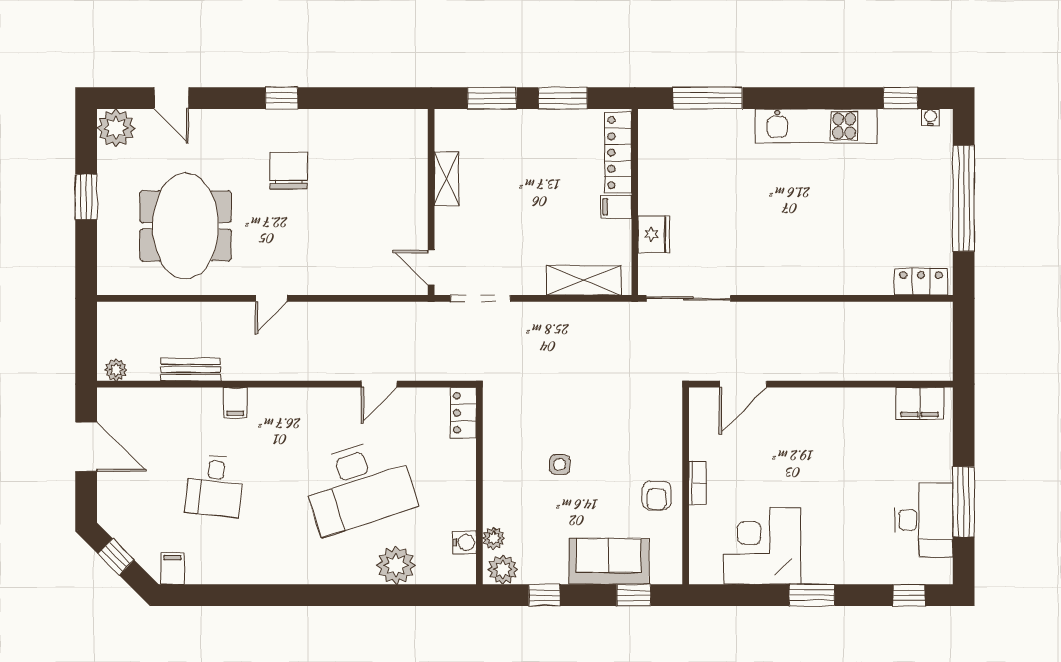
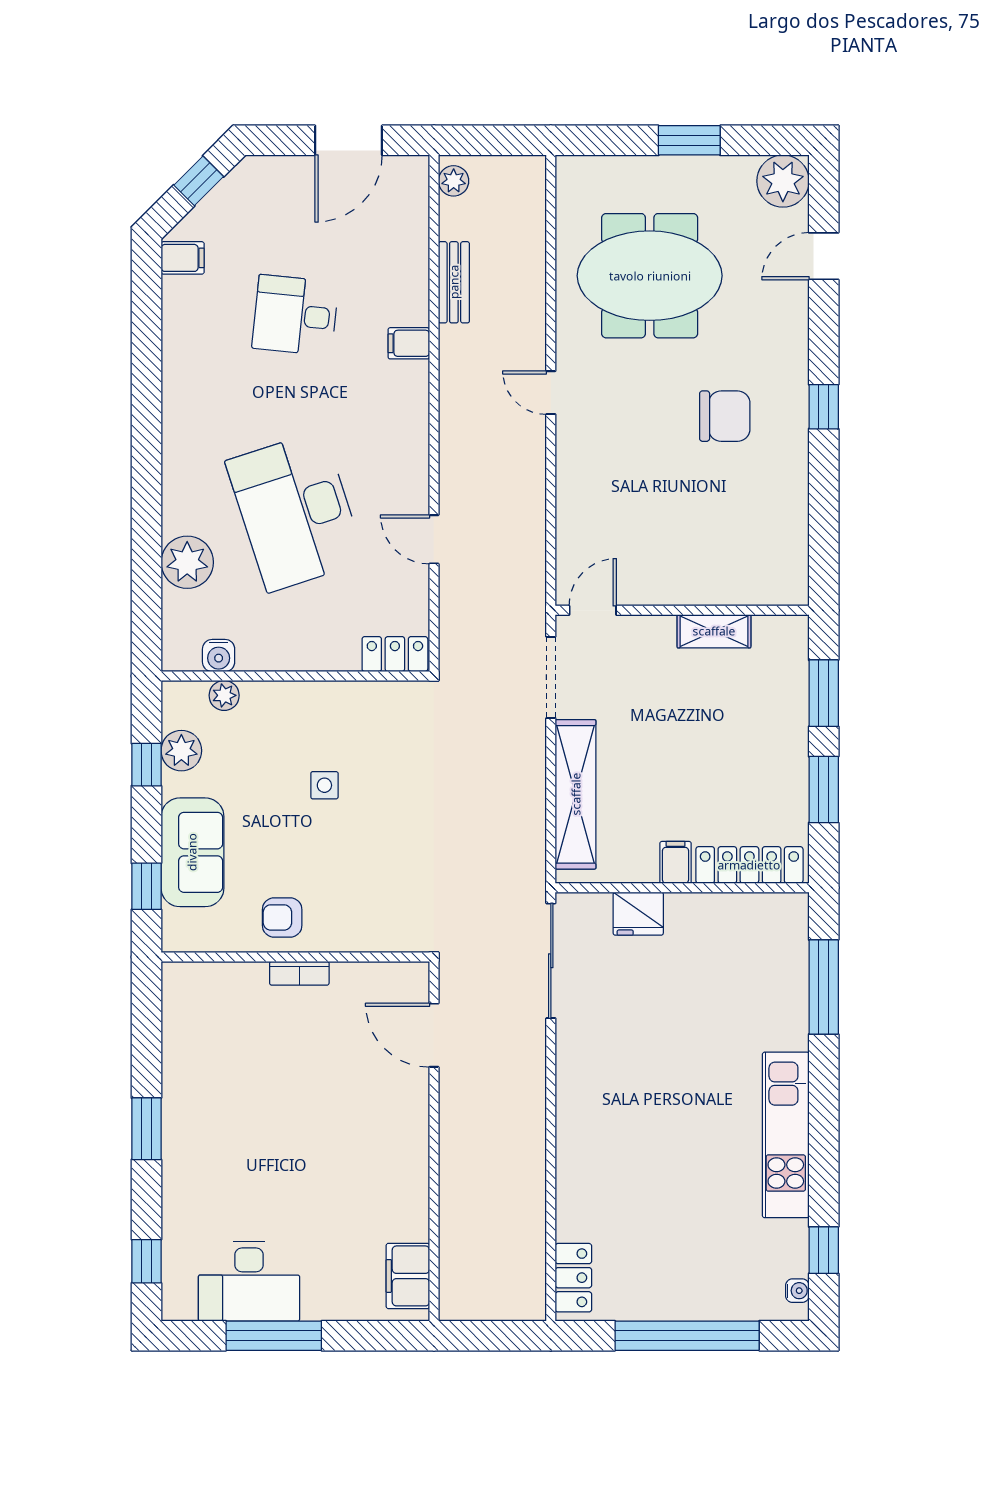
shelving: (584, 280) -> (576, 794), width x1.47
corner desk: (762, 546) -> (213, 1061), removed
plant: (503, 570) -> (181, 751), moved

